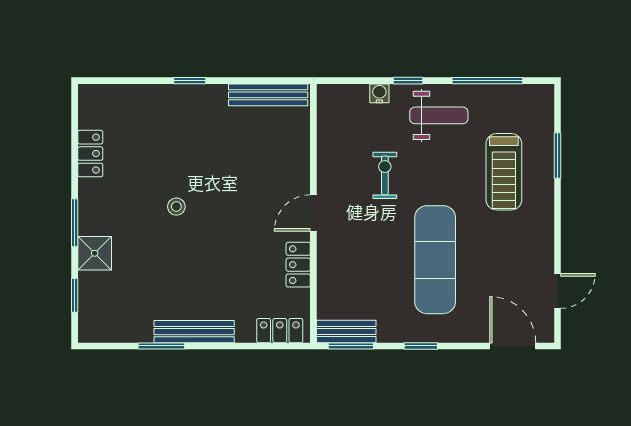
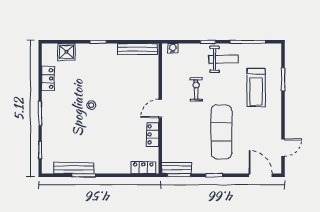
water cooler: (379, 93) -> (173, 48), moved
shower: (95, 253) -> (66, 52), moved
bench: (194, 332) -> (74, 168), moved

